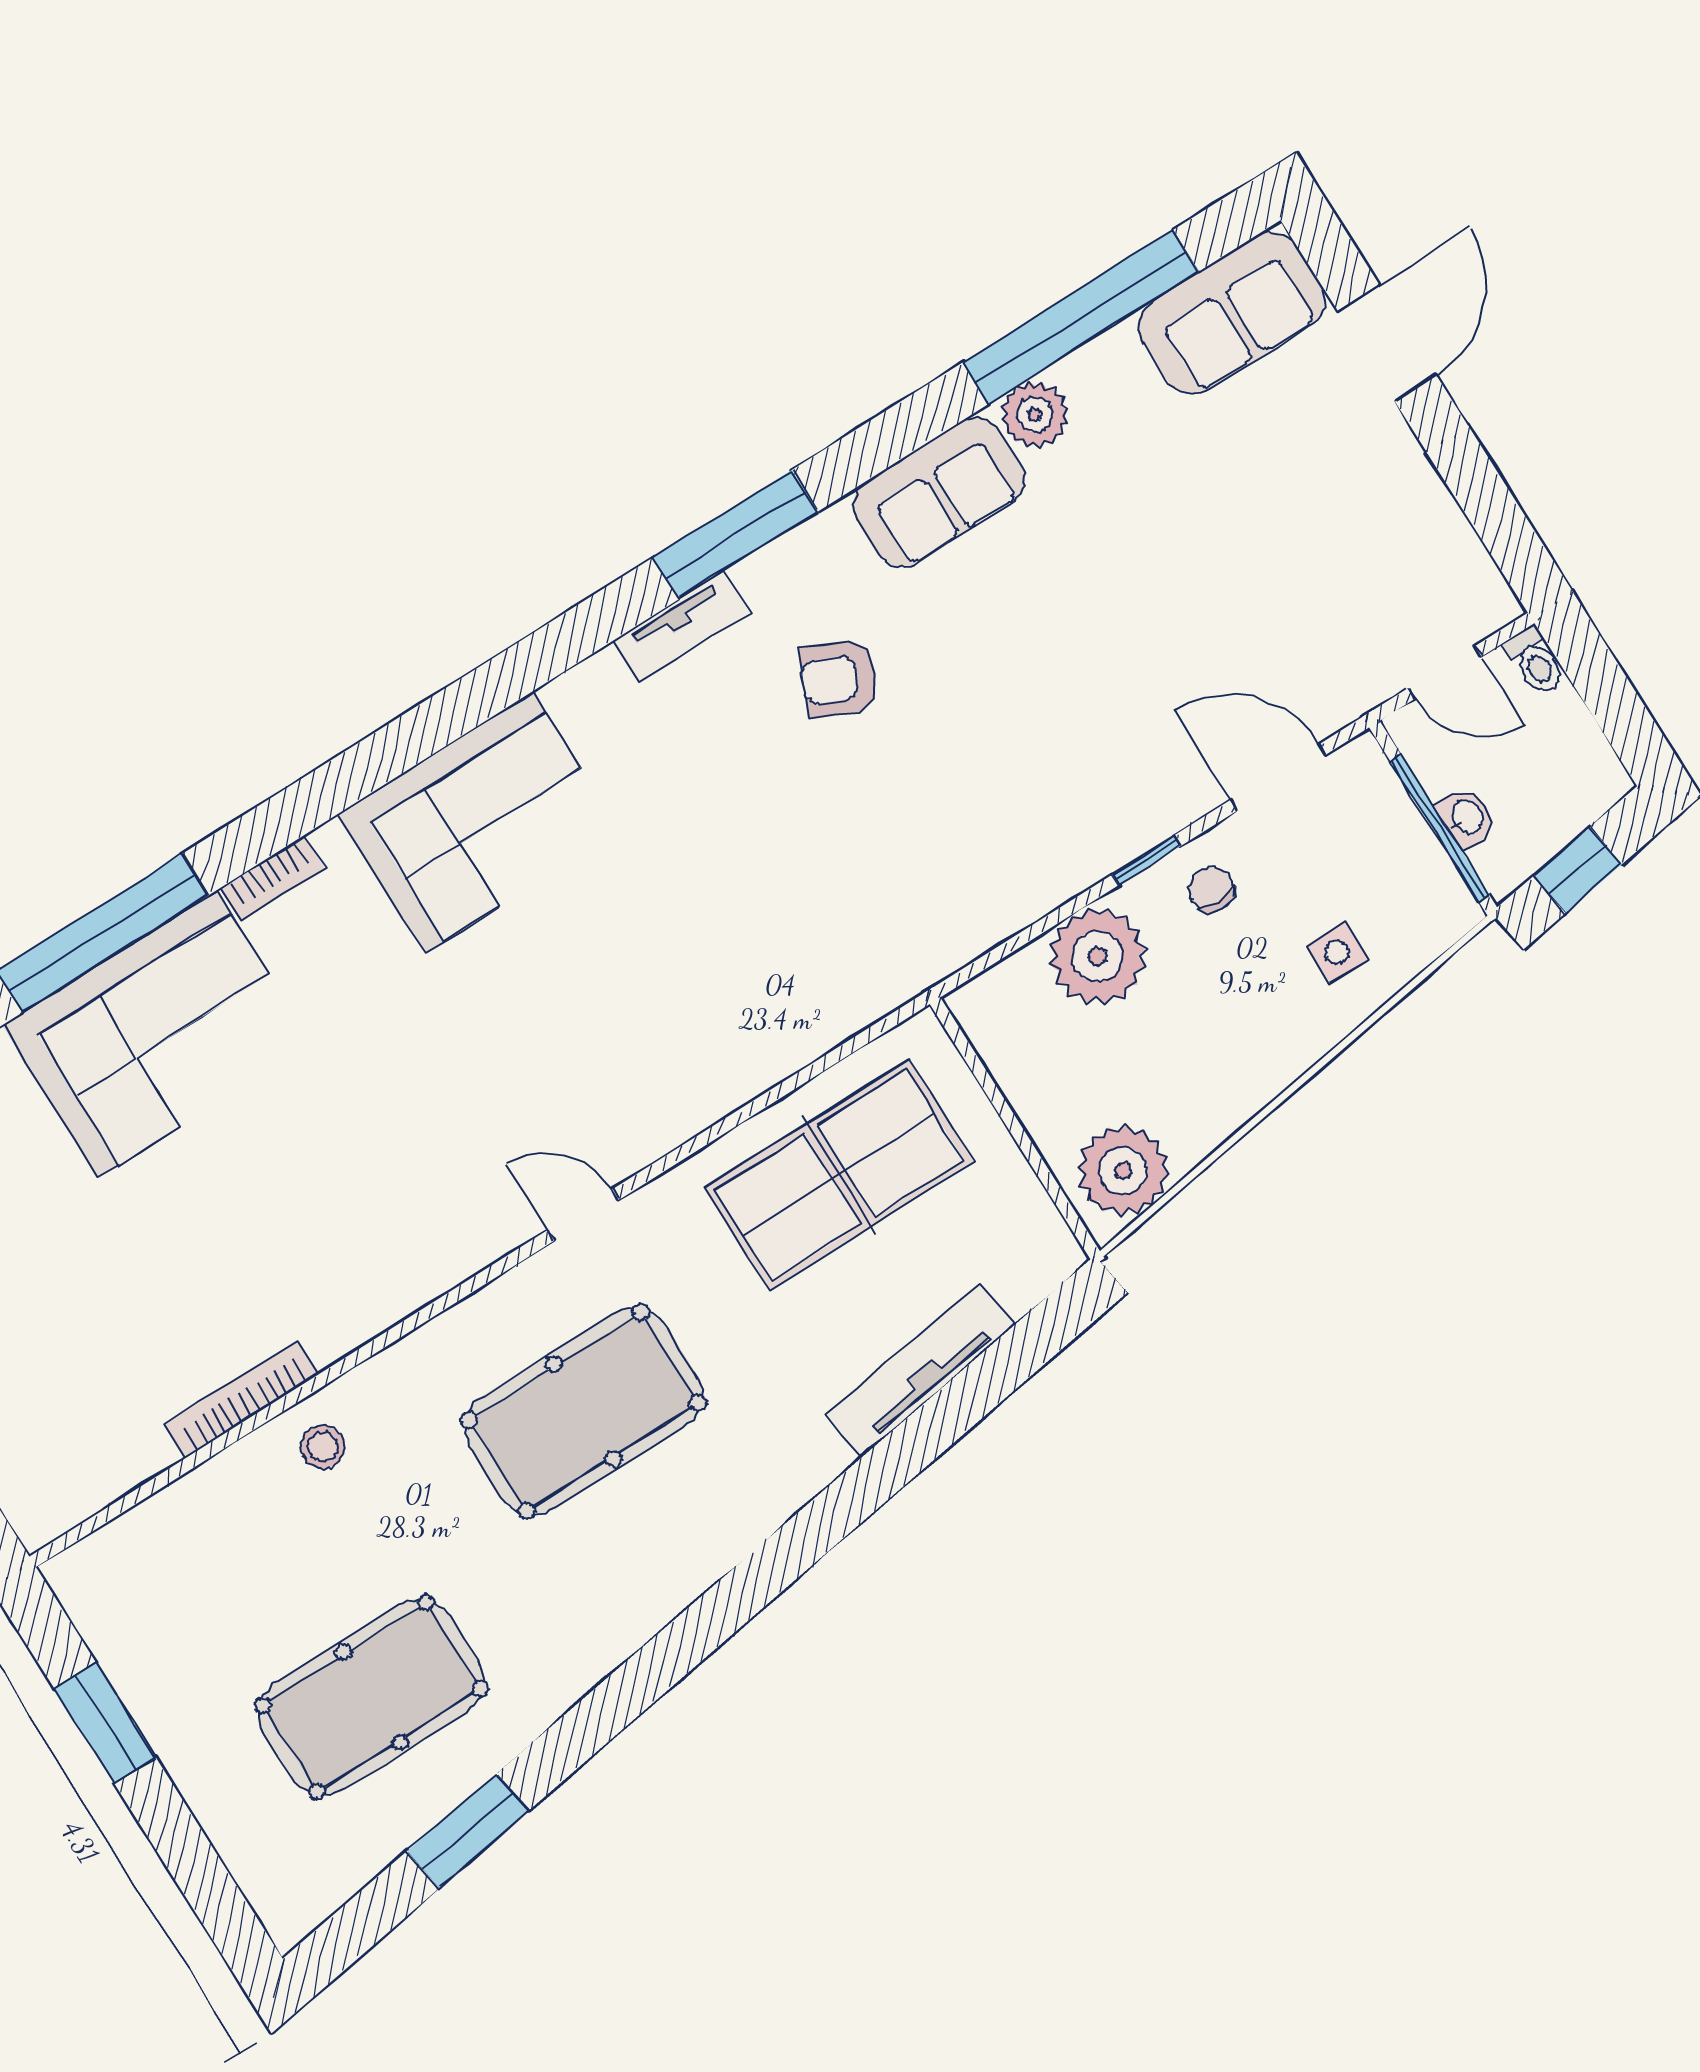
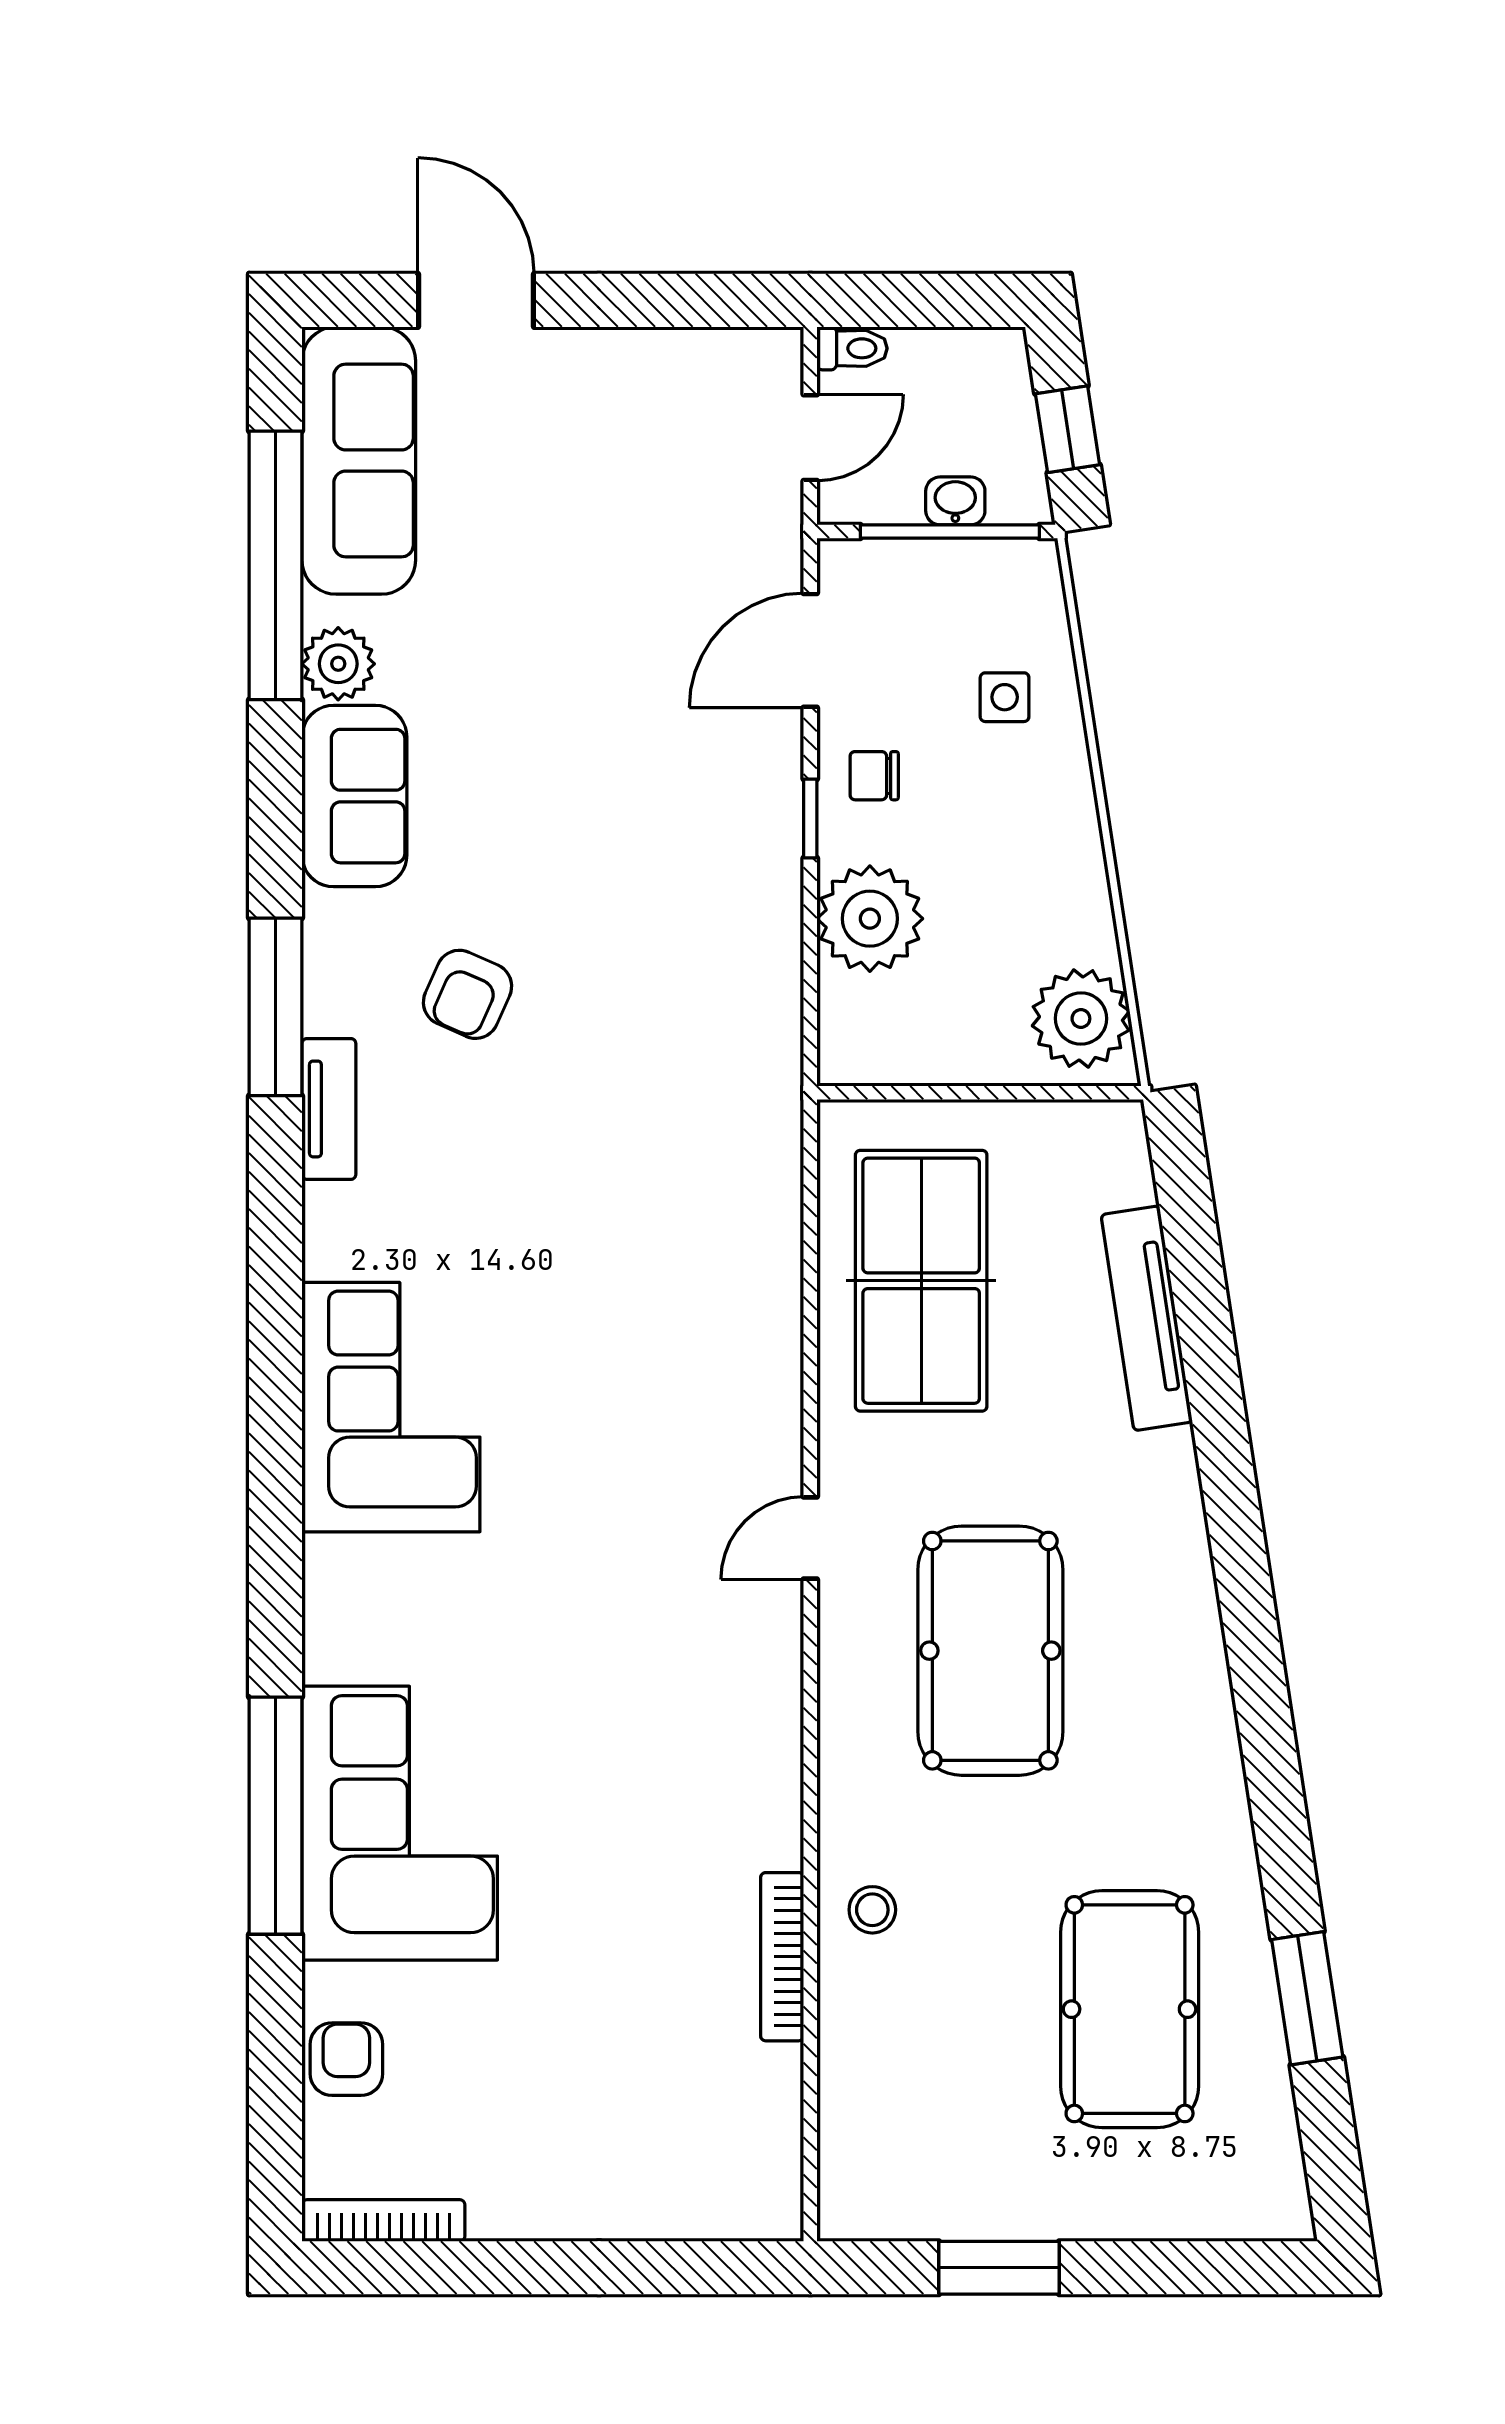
sofa: (1232, 313) -> (359, 460), width x1.36
bookcase: (273, 878) -> (323, 1628), removed

